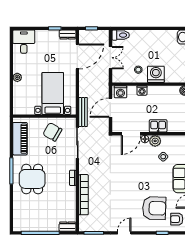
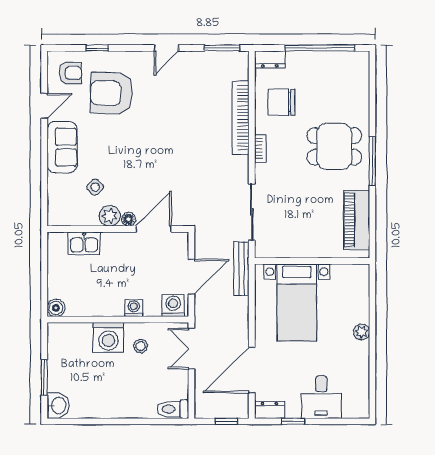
desk: (24, 42) -> (321, 397), moved
double door: (110, 58) -> (191, 349), moved
kitchen sink: (158, 126) -> (84, 243), moved
chair: (52, 132) -> (281, 102), moved, turned 150
dining table: (32, 179) -> (334, 146), turned 90

